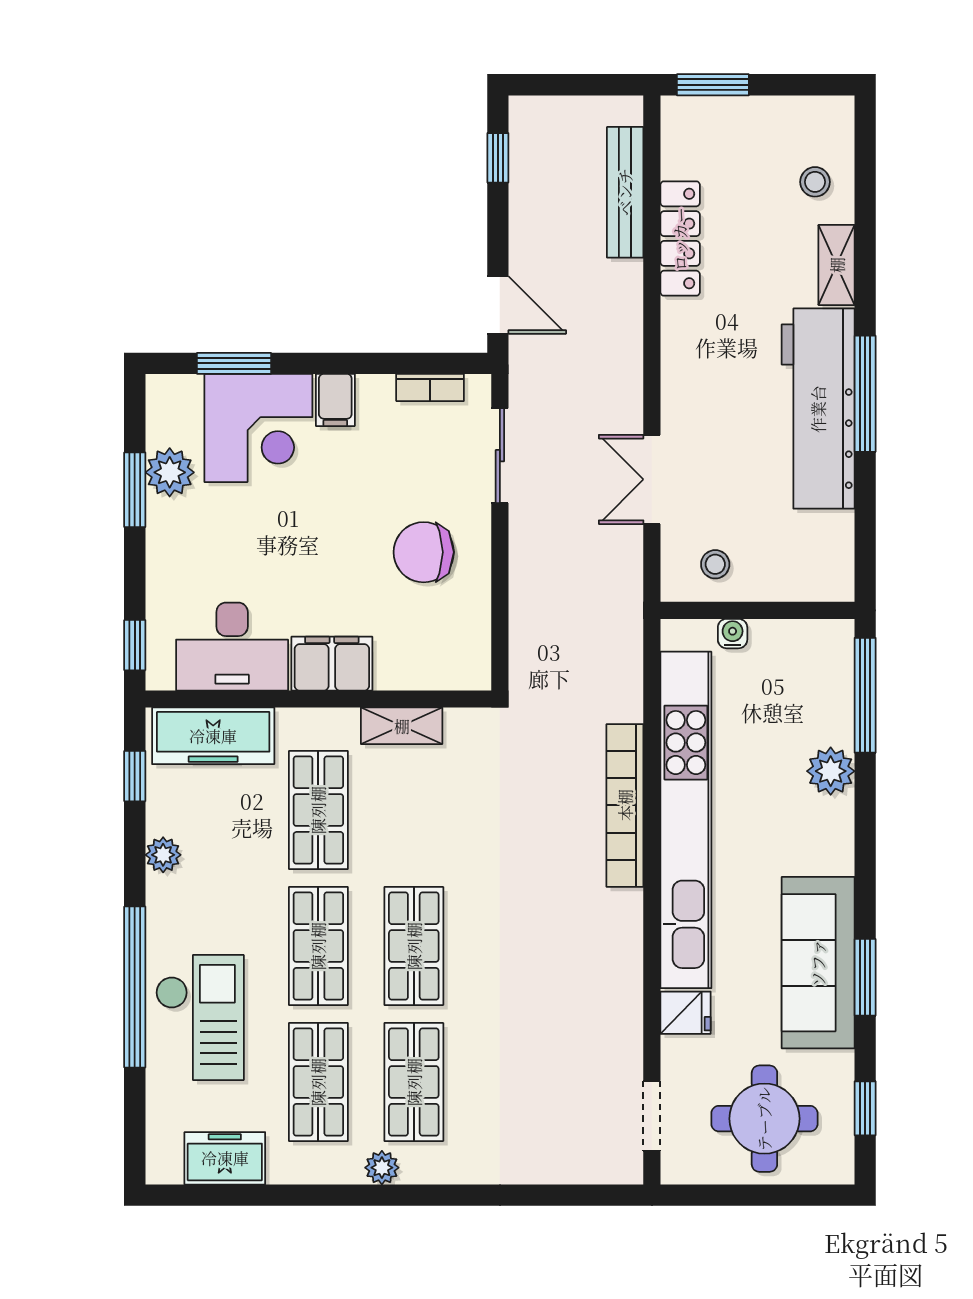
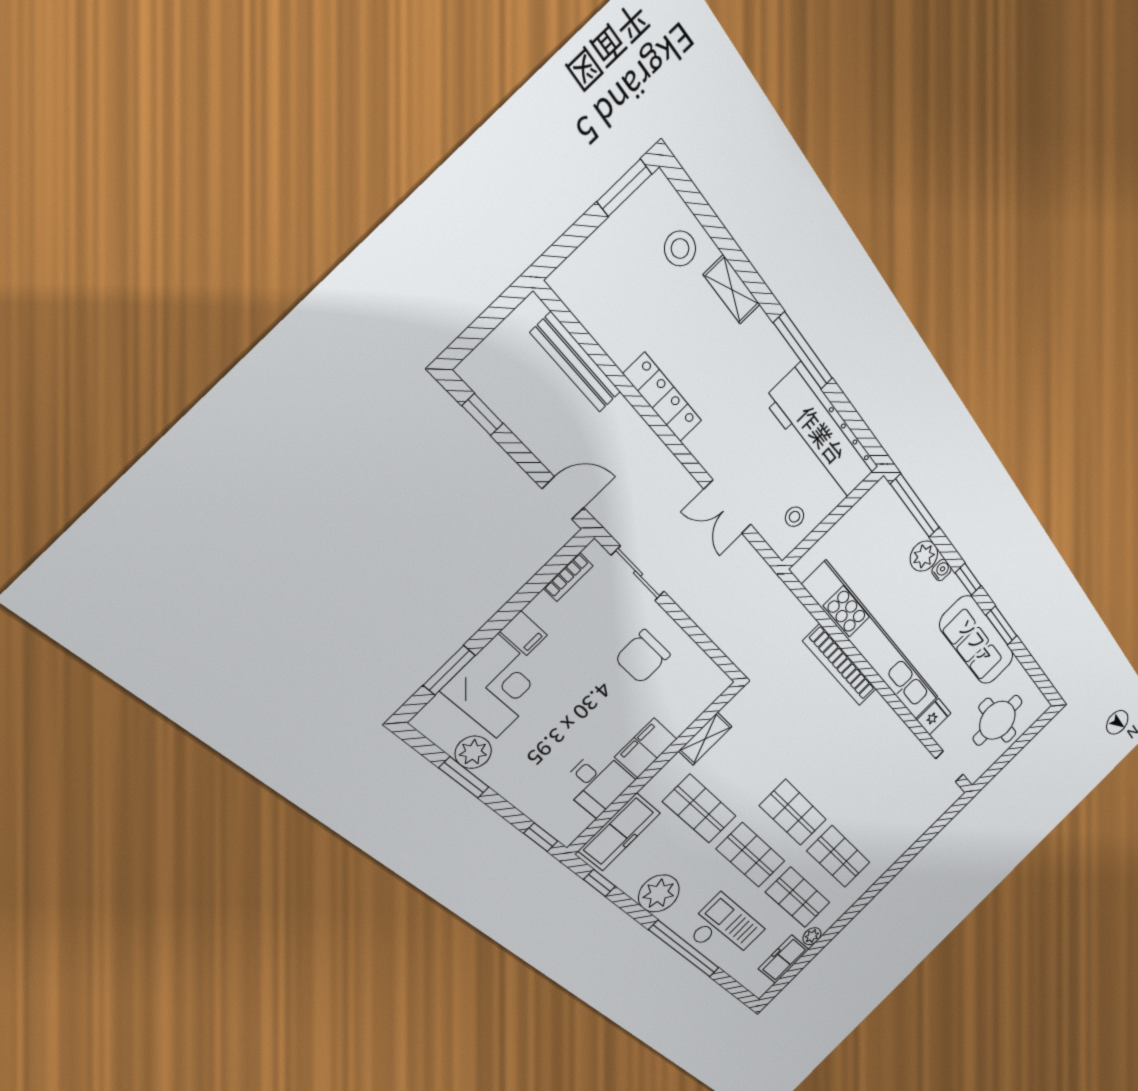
window: (713, 85) -> (624, 188), moved
stool: (815, 182) -> (680, 248), width x1.37, depth x1.37
locker: (680, 239) -> (663, 398), moved
workbench: (818, 409) -> (822, 434), moved
water cooler: (733, 634) -> (941, 570), moved, turned 90
desk: (232, 647) -> (597, 783), width x0.73
plant: (163, 855) -> (659, 893), width x1.88, depth x1.88
window: (865, 1108) -> (968, 579), moved
plant: (382, 1168) -> (812, 936), moved

